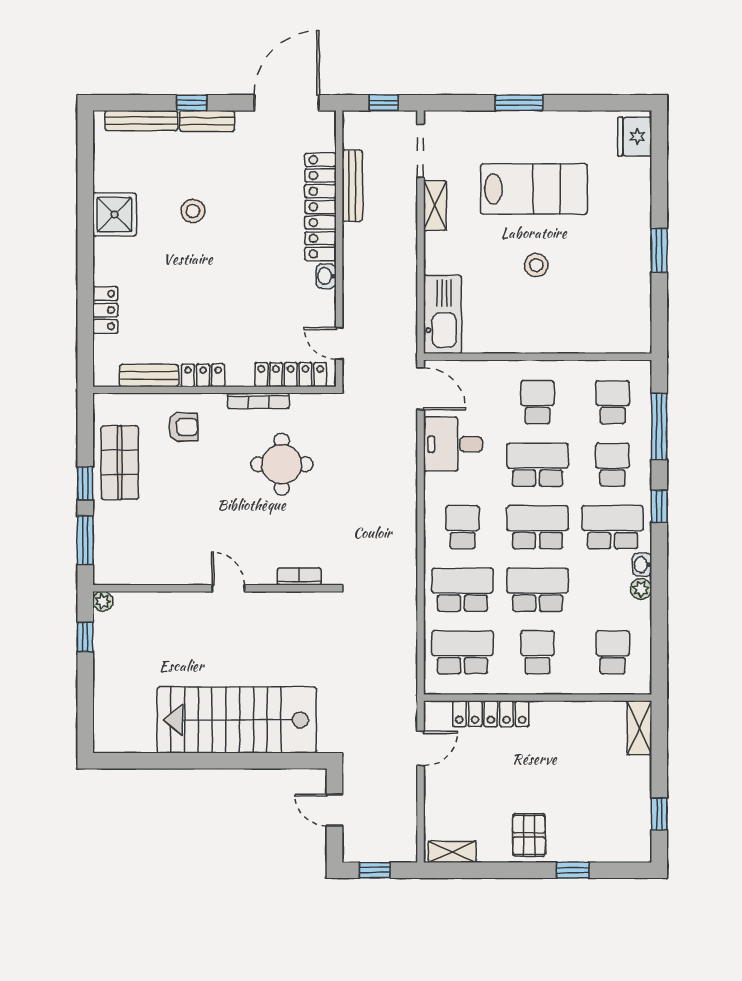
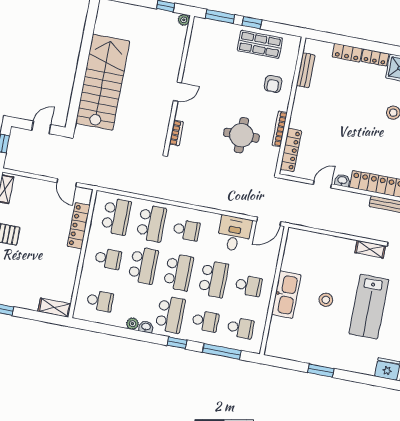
kitchen sink: (442, 314) -> (286, 295), moved, turned -90
door: (339, 343) -> (322, 184), moved
locker: (203, 375) -> (375, 57), moved, turned 90

